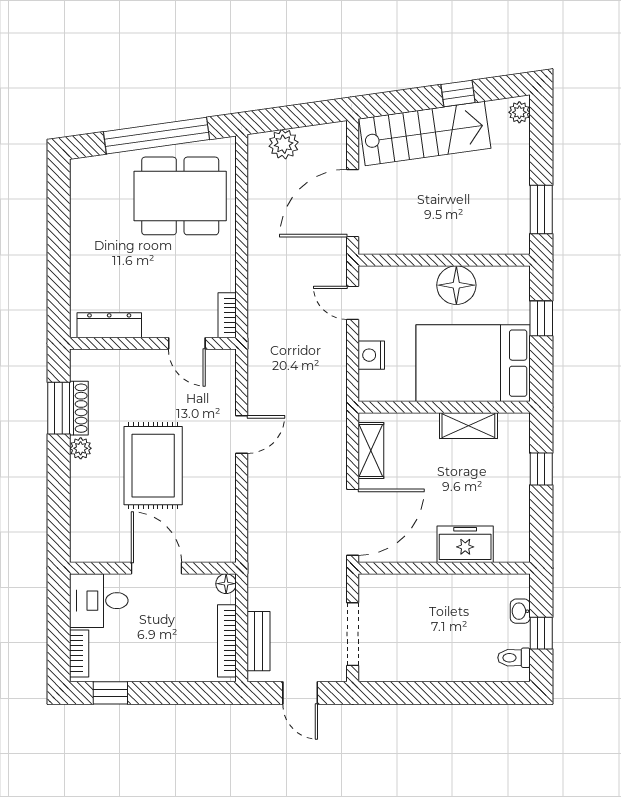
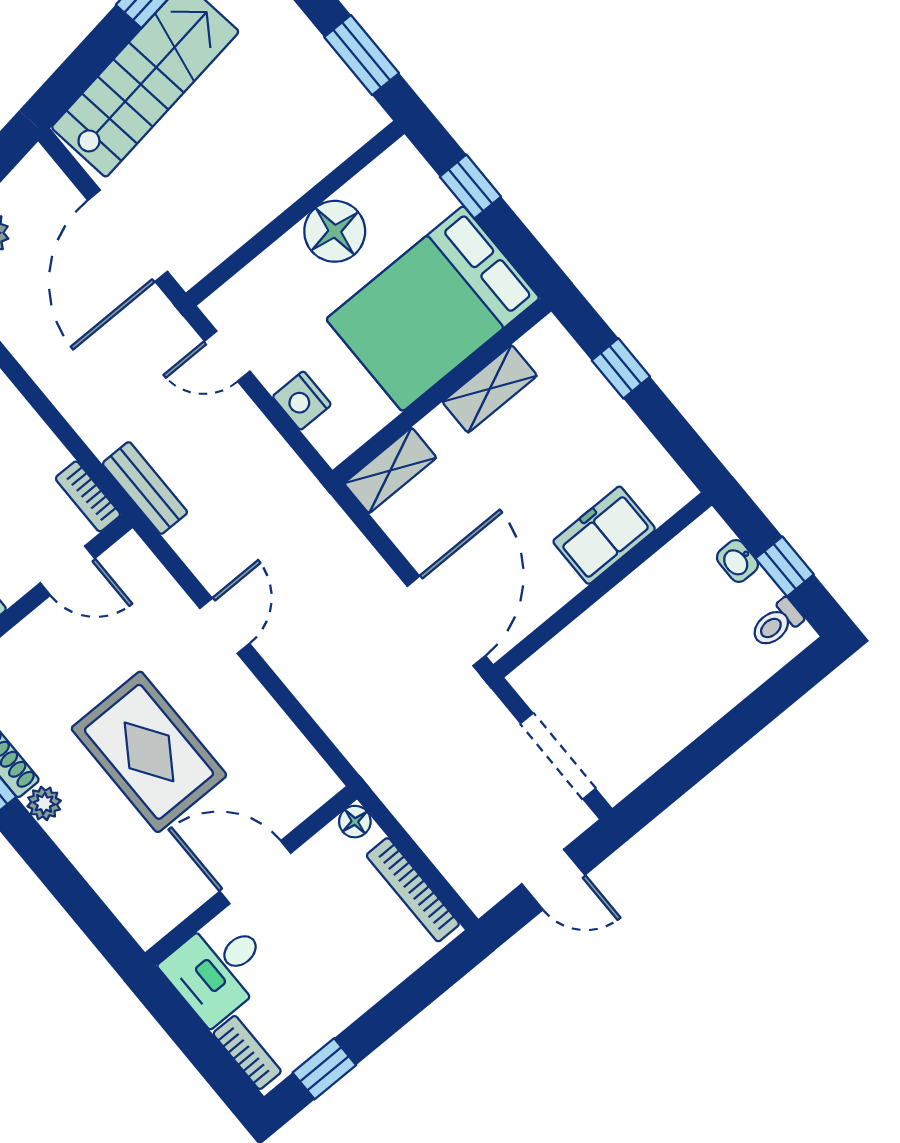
shelving: (371, 450) -> (390, 470), moved, turned 90
bench: (259, 641) -> (145, 488), moved

